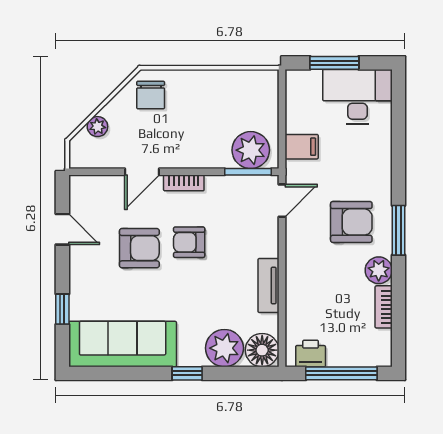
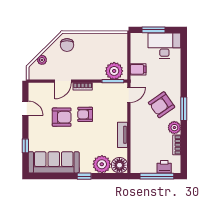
armchair: (351, 222) -> (162, 105), turned 145
printer: (311, 354) -> (164, 167), moved

